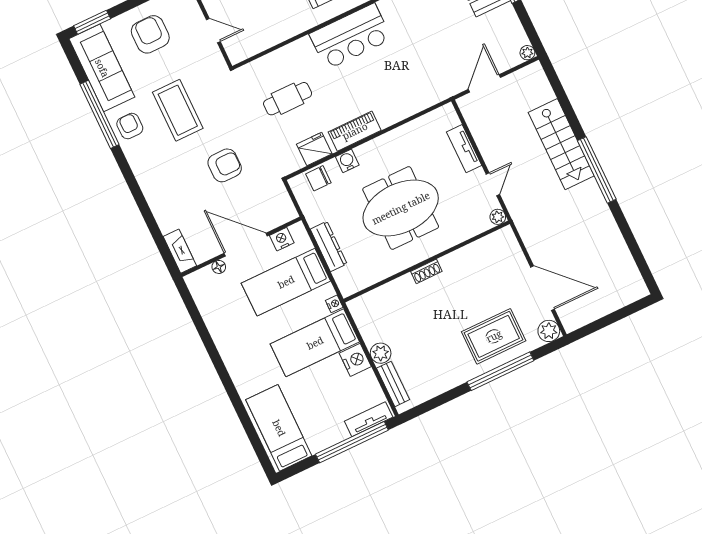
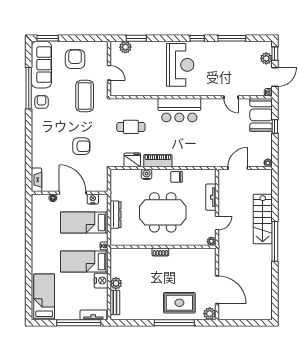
coffee table: (178, 110) -> (85, 96), moved
chair: (318, 178) -> (177, 177), moved

